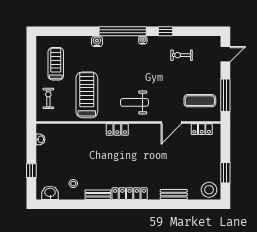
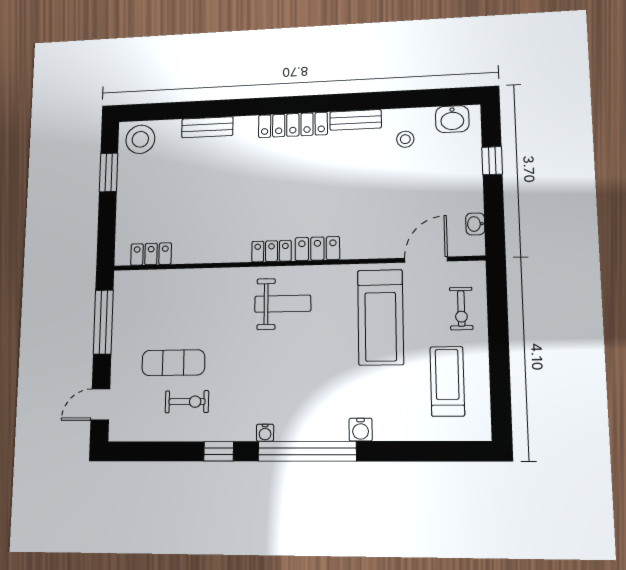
treadmill: (56, 64) -> (447, 381), turned 180
exercise mat: (200, 101) -> (173, 363), moved
door: (171, 122) -> (426, 260), moved
locker: (140, 129) -> (271, 251), added

